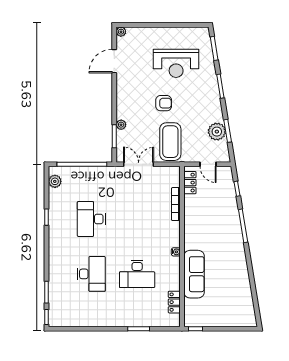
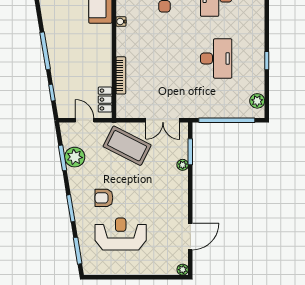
armchair: (164, 103) -> (104, 198), moved
coffee table: (170, 142) -> (127, 146), turned -63

